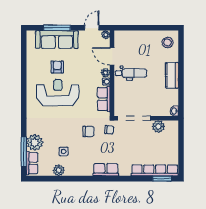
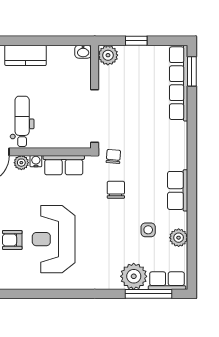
plant: (158, 126) -> (108, 55), moved
window: (181, 144) -> (136, 41), added
row of seats: (106, 170) -> (178, 190), moved

